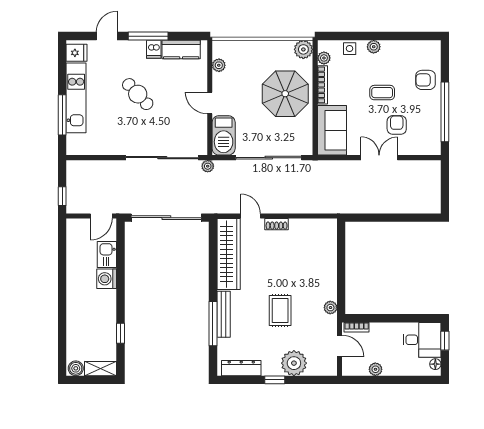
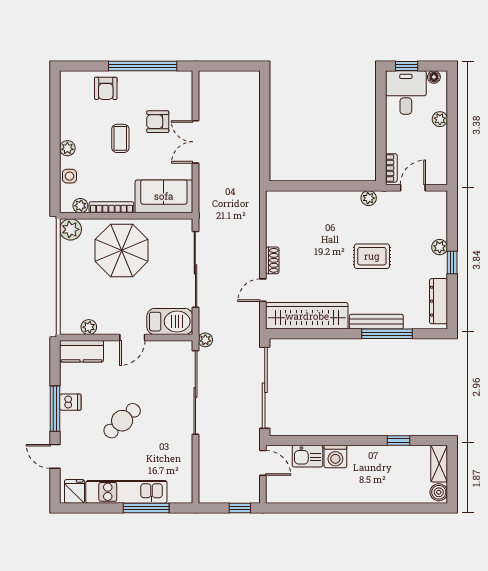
kitchen counter: (181, 50) -> (82, 351), moved, turned 90
plant: (294, 363) -> (440, 247), width x0.53, depth x0.53
plant: (375, 369) -> (440, 119), moved

